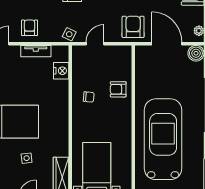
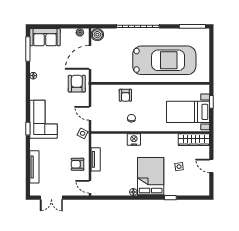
armchair: (133, 27) -> (77, 84), turned 90
nightstand: (61, 71) -> (134, 140), moved
car: (163, 139) -> (164, 60), turned 180

